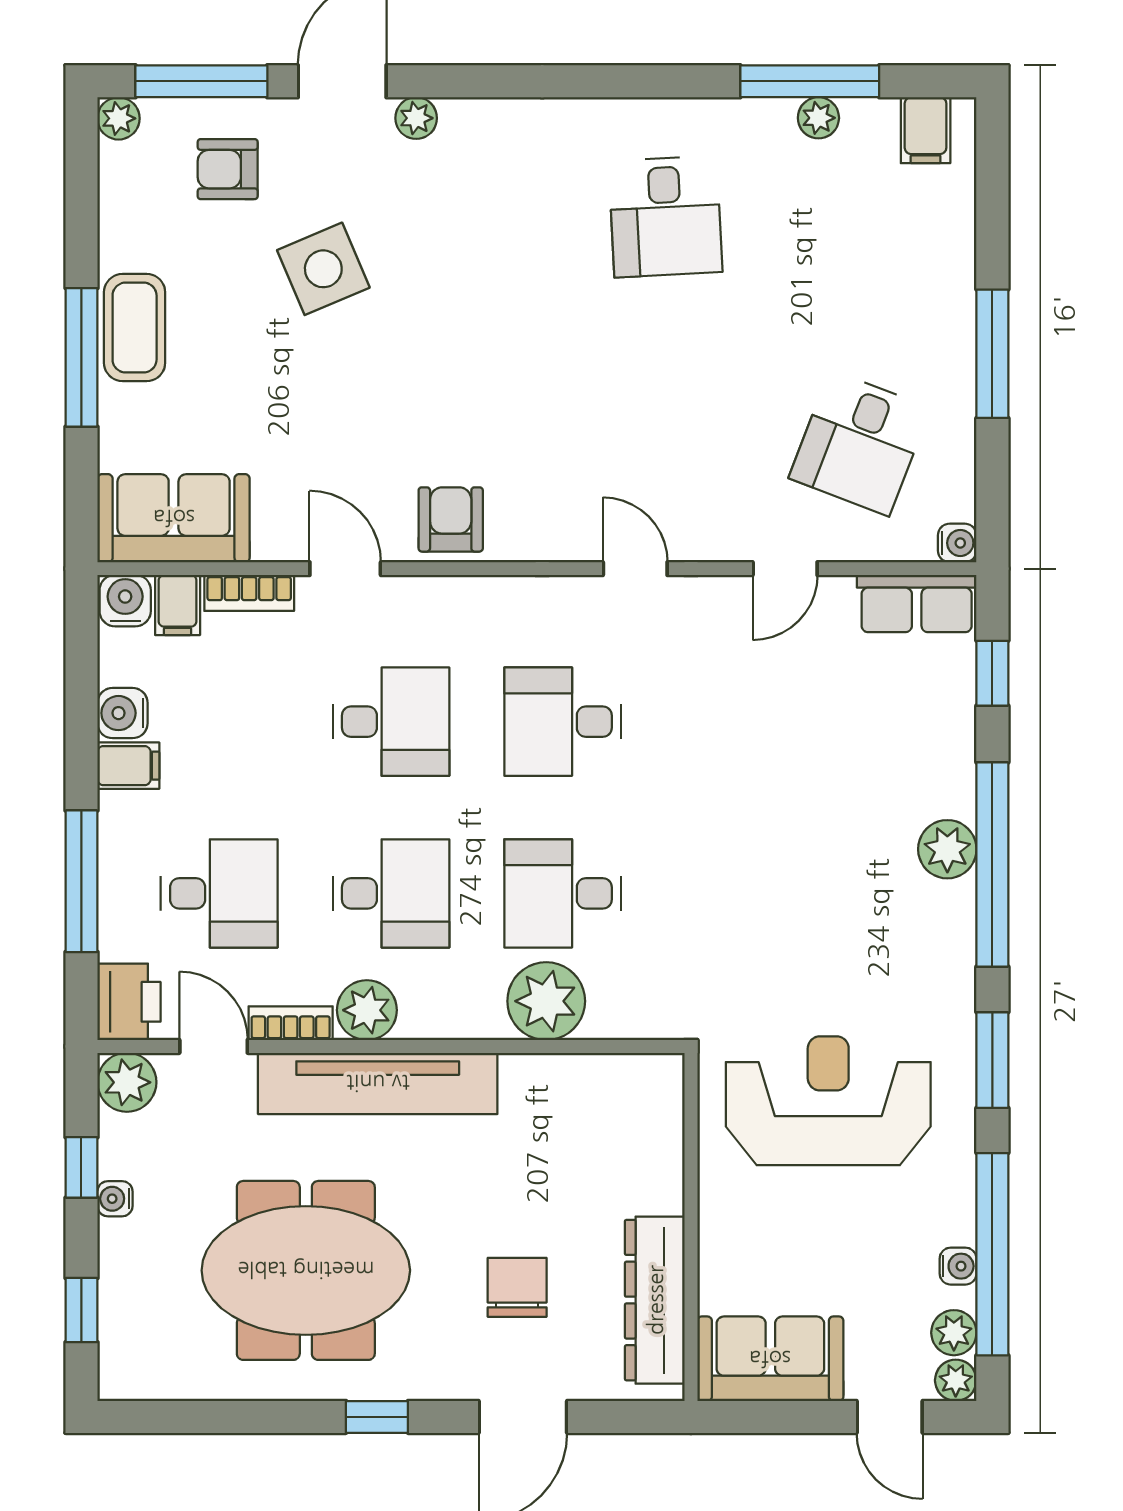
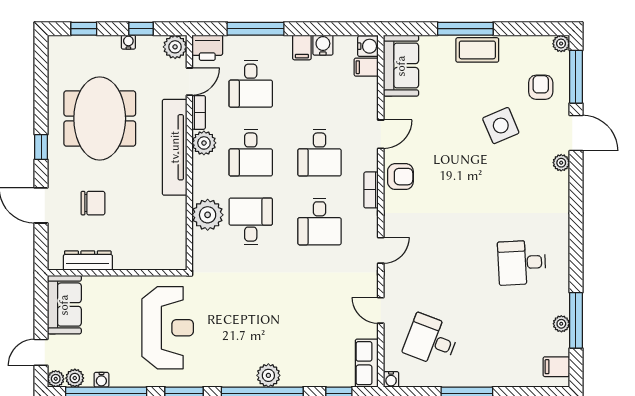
bookcase: (249, 593) -> (371, 190), moved
desk: (563, 722) -> (319, 221), turned 180
dresser: (655, 1300) -> (88, 261), width x0.73, depth x0.80

